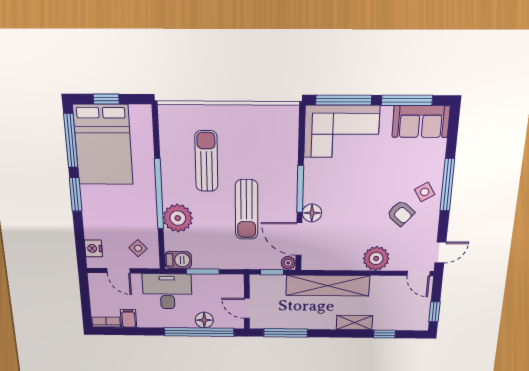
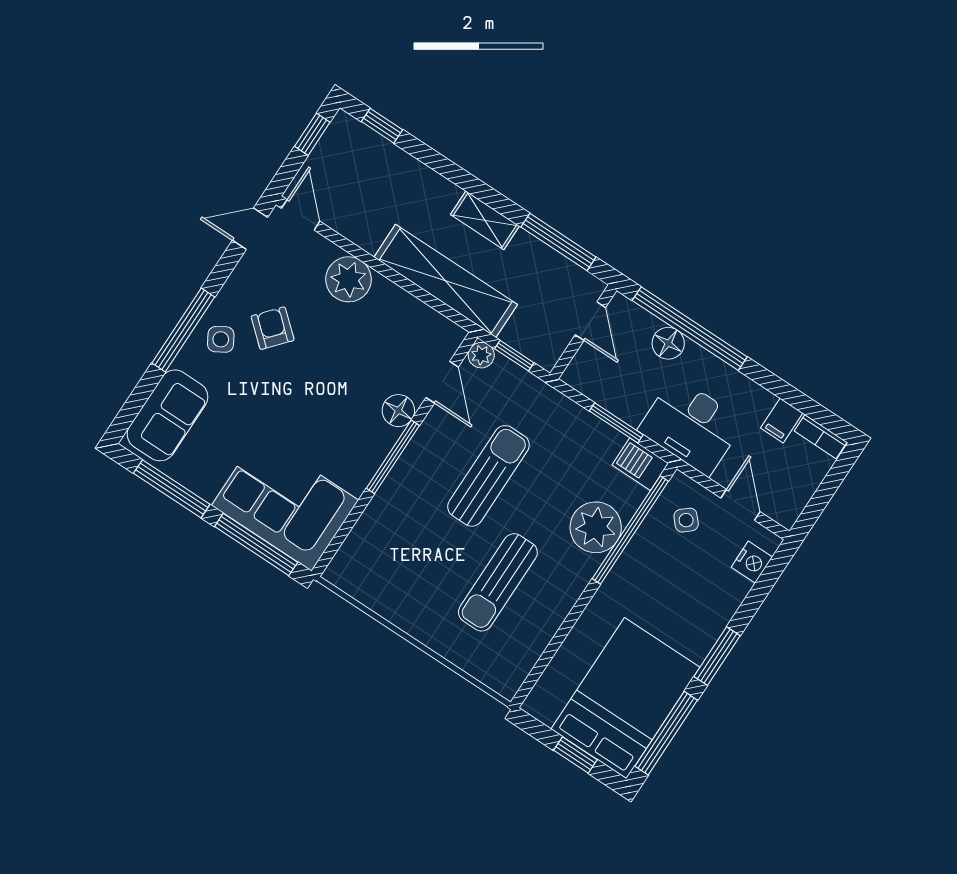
sofa: (421, 122) -> (167, 415), moved, turned 90
window: (159, 194) -> (630, 530), moved
door: (299, 239) -> (442, 382), width x0.73
shelving: (354, 323) -> (485, 220), moved
window: (384, 334) -> (382, 126), moved

